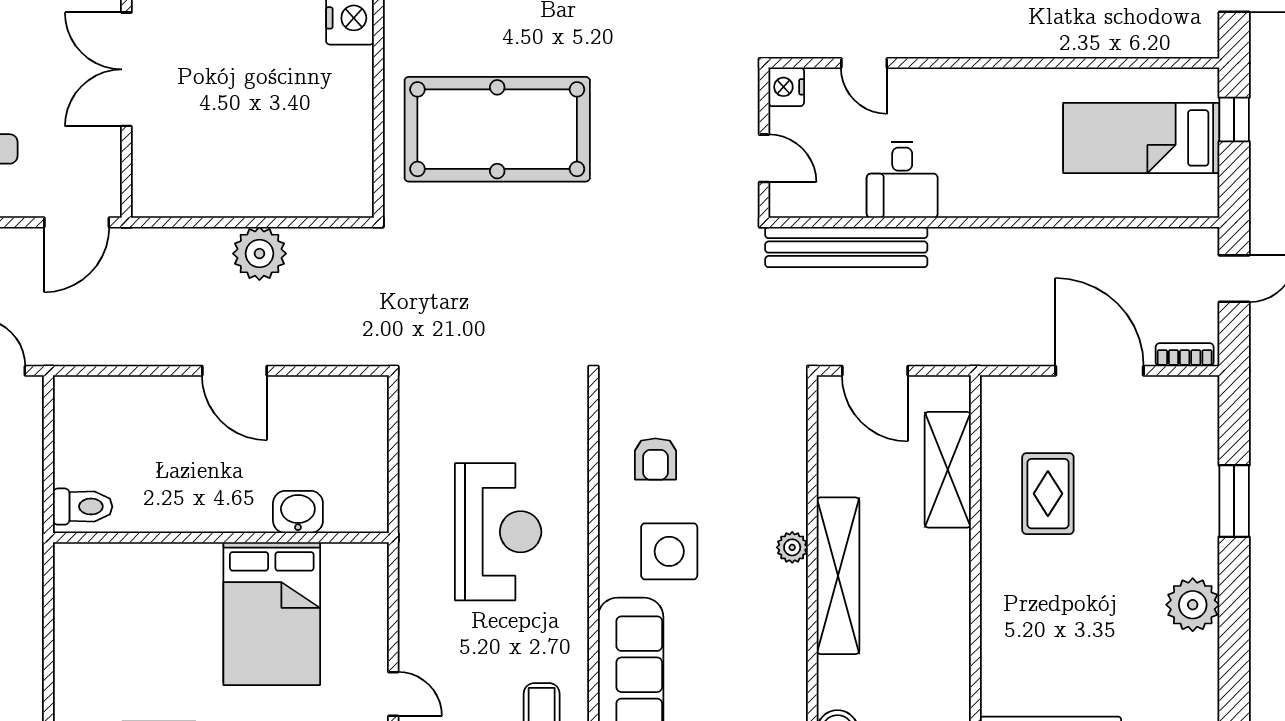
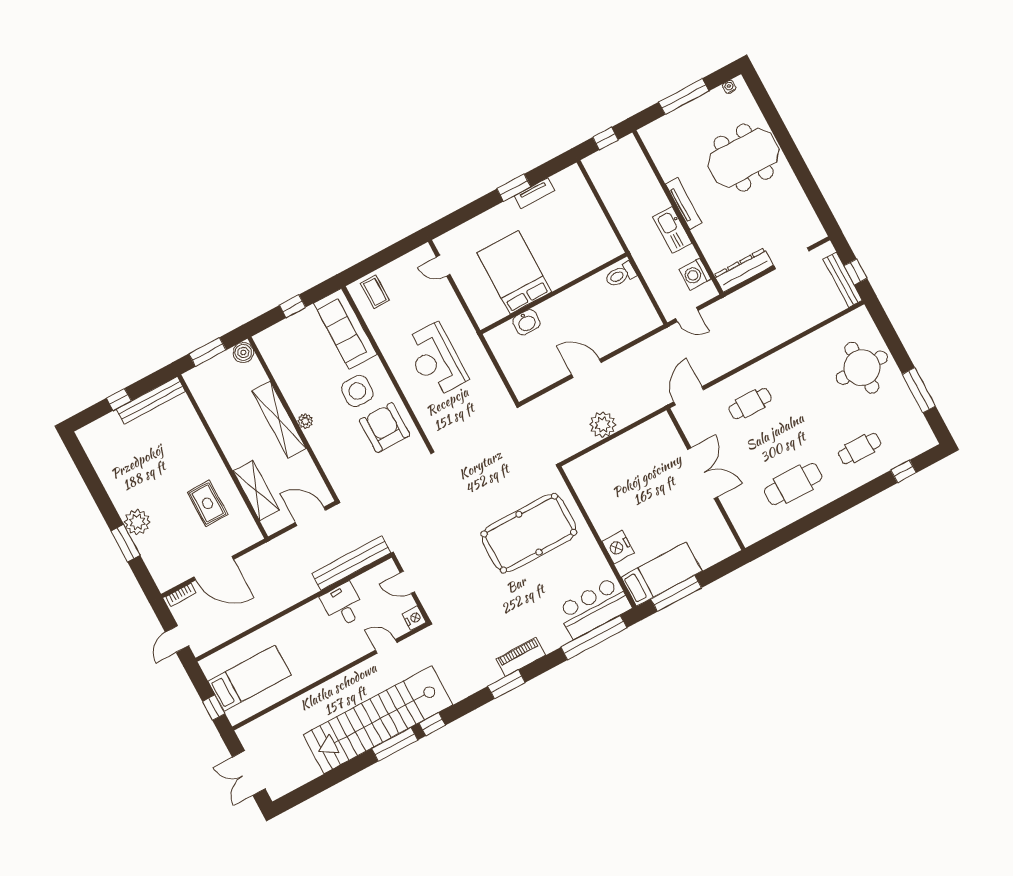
armchair: (655, 459) -> (385, 428), width x1.88, depth x1.88
plant: (1193, 605) -> (137, 522), moved

